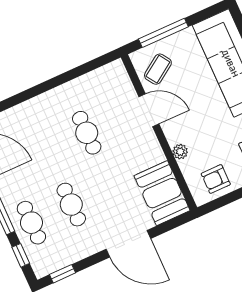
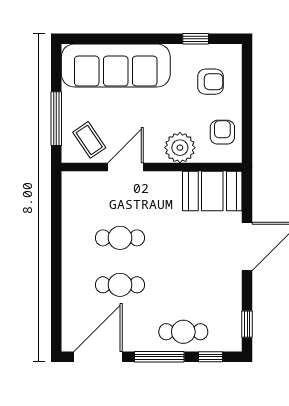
plant: (180, 152) -> (180, 148), width x1.87, depth x1.87
armchair: (216, 179) -> (222, 132), turned 180
cafe table: (71, 205) -> (120, 285), moved

